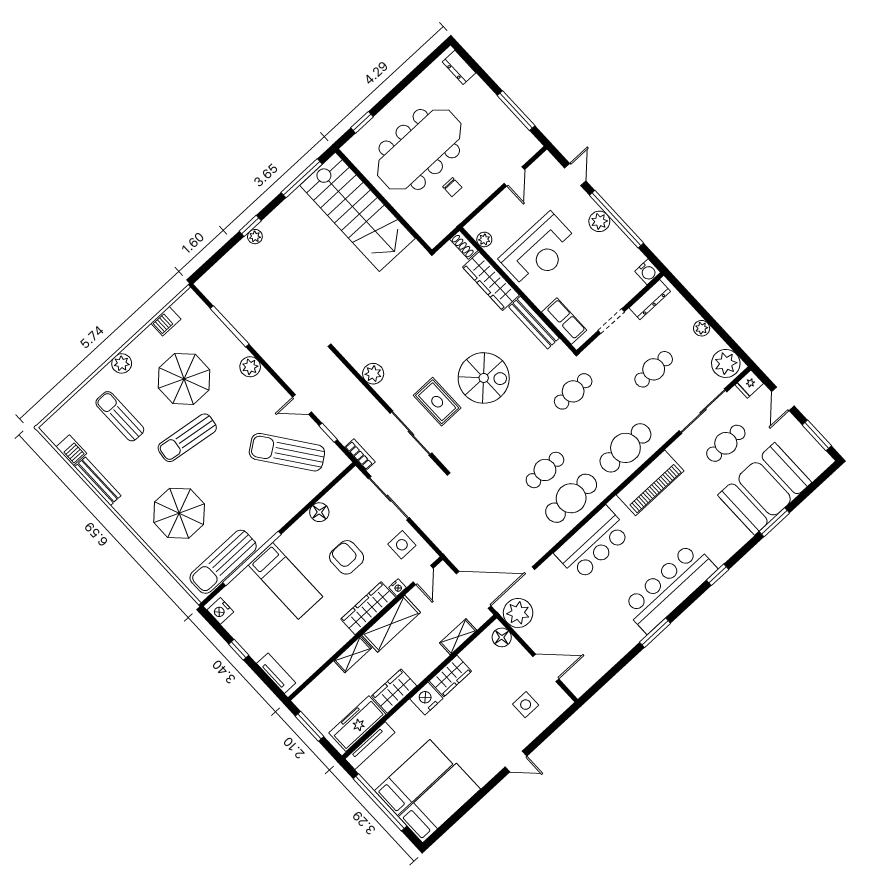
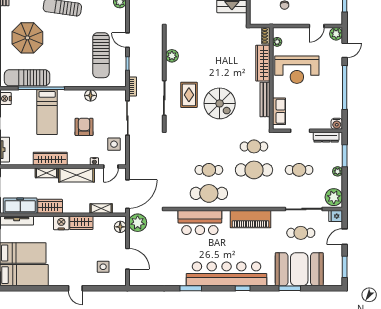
plant: (599, 221) -> (336, 34), moved
window: (693, 301) -> (345, 156), added
cafe table: (625, 448) -> (254, 170), moved
sun lounger: (287, 452) -> (101, 55), turned -144
bar counter: (669, 587) -> (227, 274), width x1.36
door: (474, 590) -> (127, 194), hinge flipped
wardrobe: (368, 608) -> (50, 159), moved

